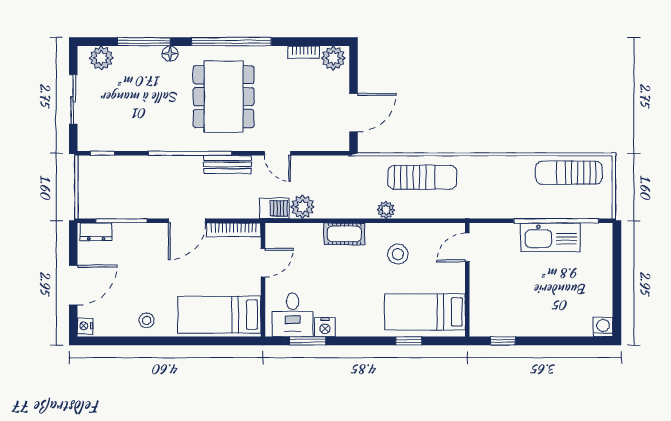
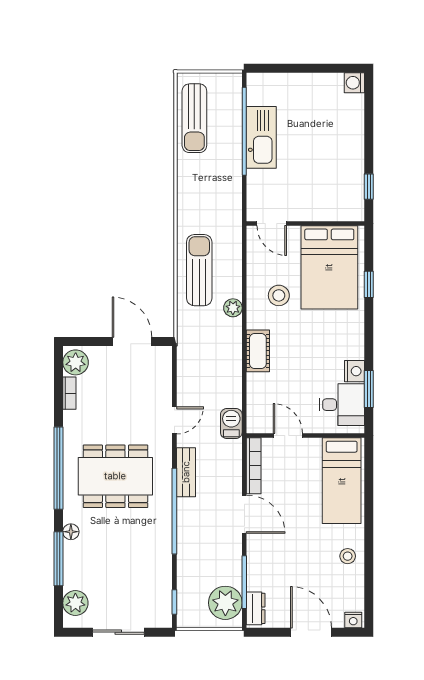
plant: (303, 207) -> (225, 603), moved, width x1.36, depth x1.36
bed: (425, 312) -> (329, 267), width x1.50

